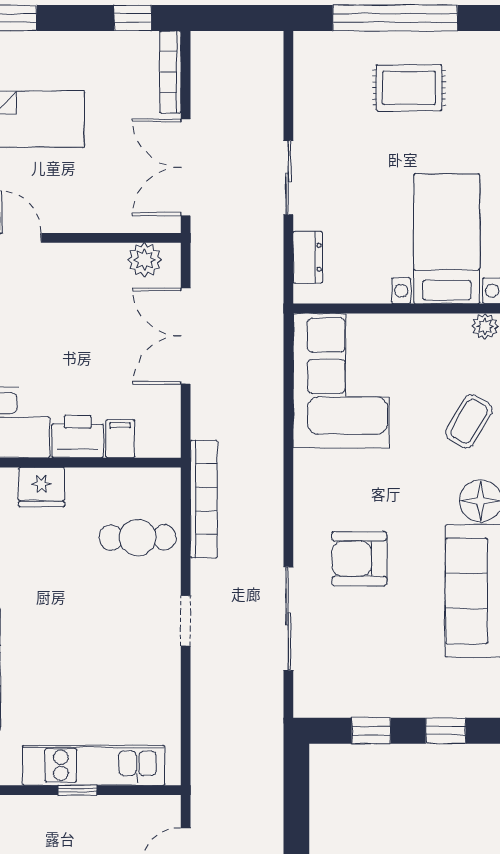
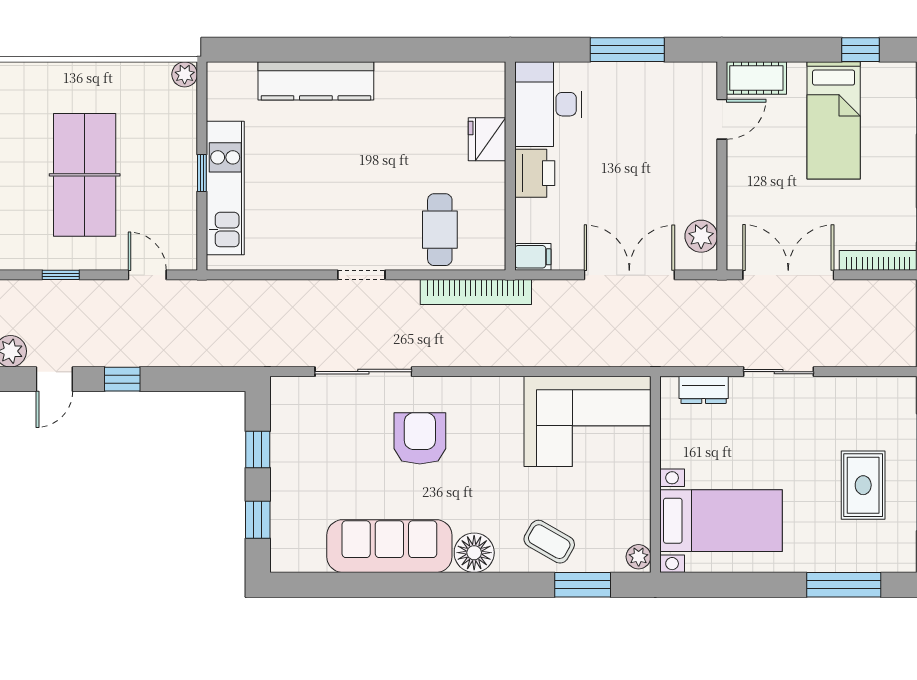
filing cabinet: (120, 439) -> (533, 257), moved

